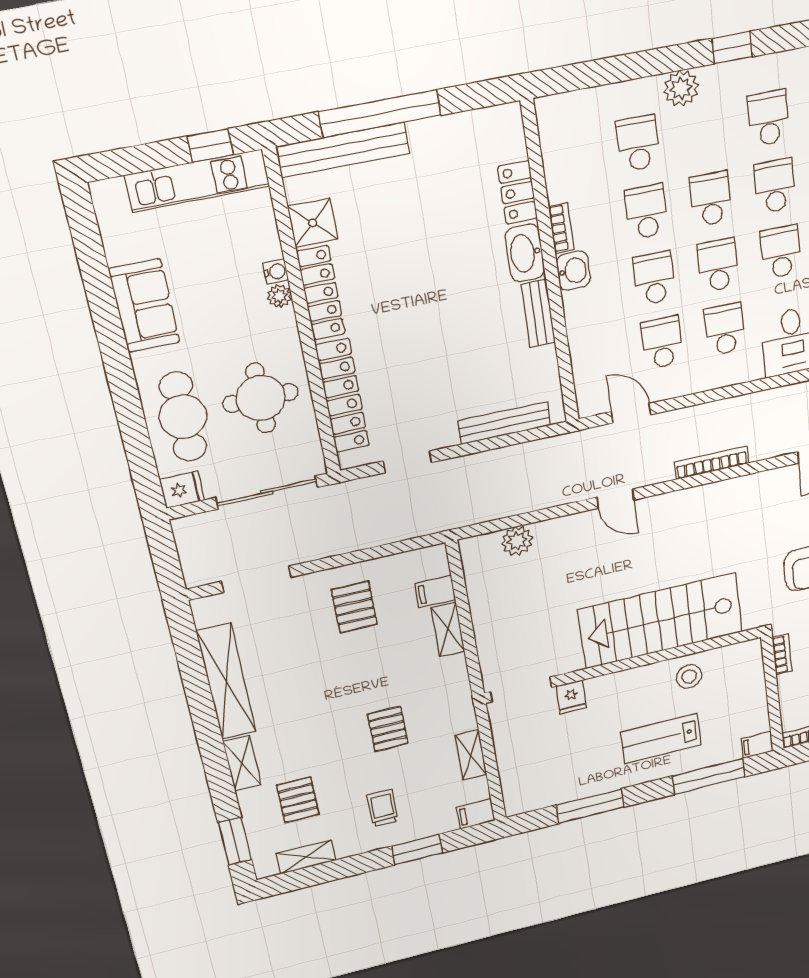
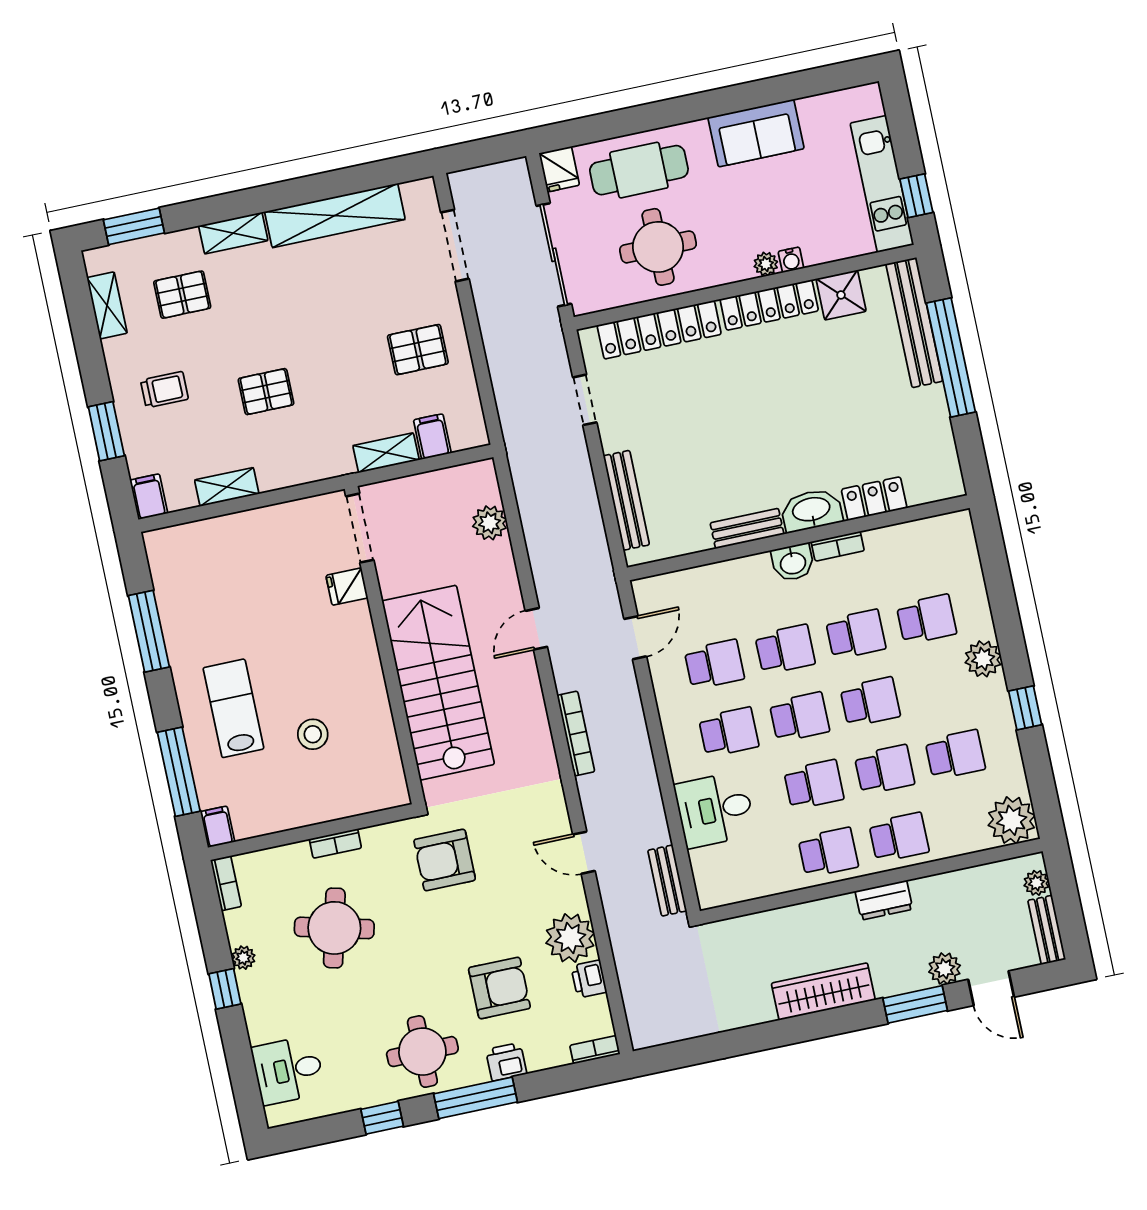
stairs: (661, 621) -> (438, 683), moved
wall: (624, 665) -> (385, 645), moved
doorway: (521, 689) -> (360, 528), moved
fridge: (571, 697) -> (347, 587), moved

